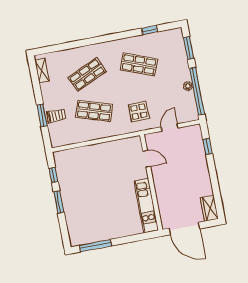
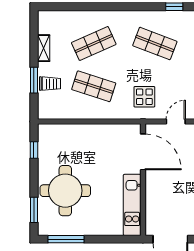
shelving: (42, 70) -> (44, 48), moved
door: (147, 159) -> (143, 152), width x1.87
window: (59, 202) -> (34, 210), moved
round table: (87, 204) -> (65, 191), added

